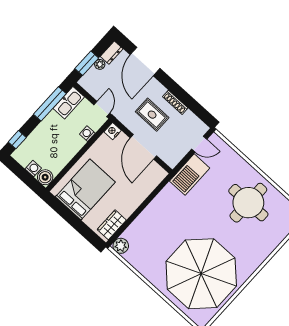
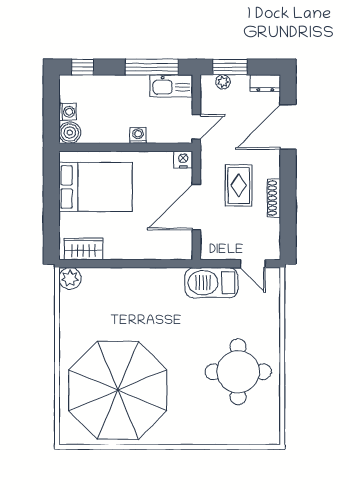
plant: (100, 64) -> (223, 82), moved
washing machine: (87, 134) -> (138, 135), moved

